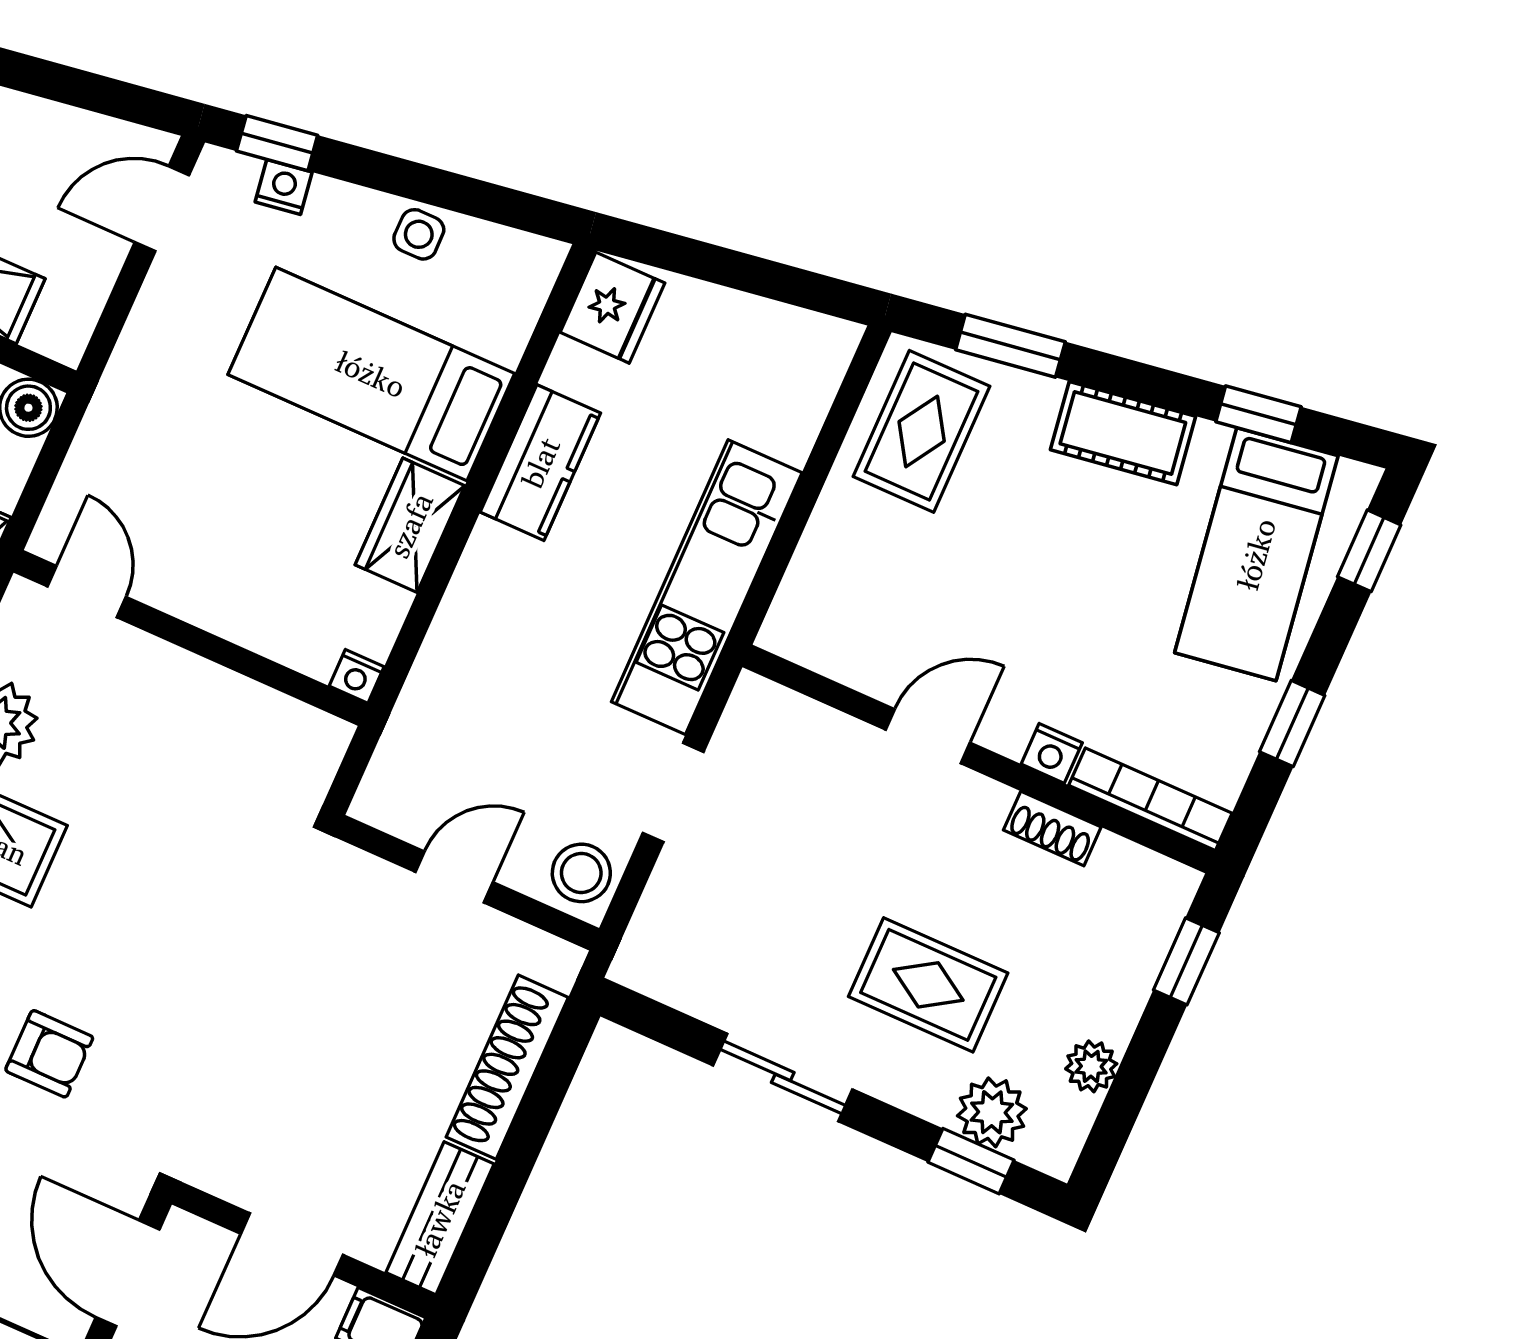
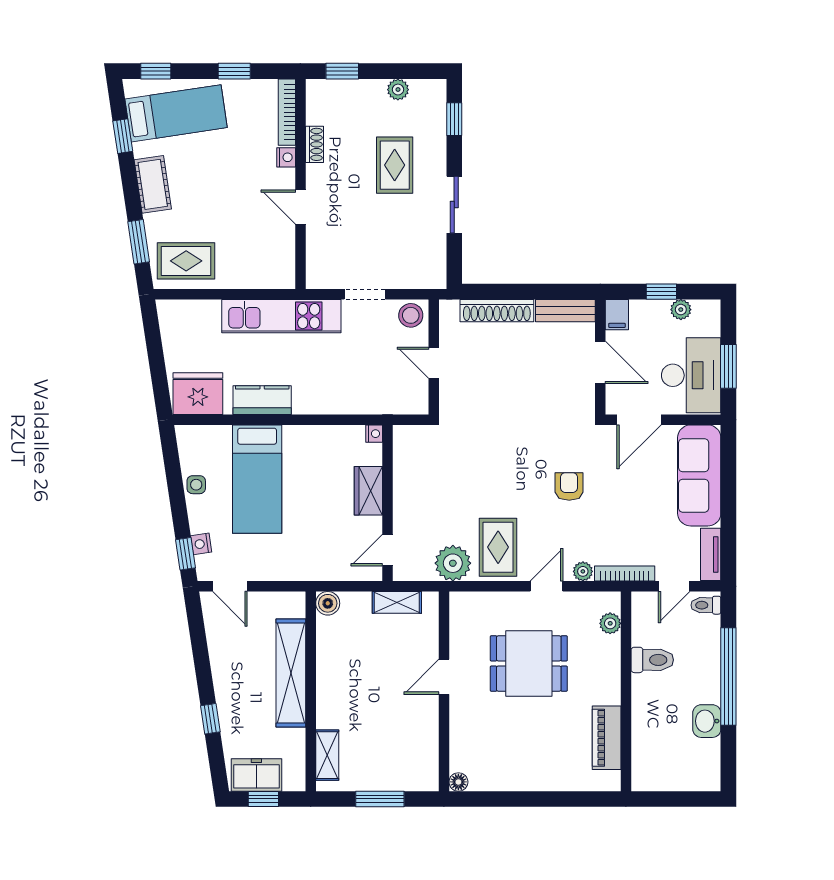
fridge: (613, 308) -> (198, 394), width x1.36, depth x1.34
wardrobe: (410, 525) -> (368, 491), moved, turned 90
plant: (992, 1112) -> (432, 119), removed

